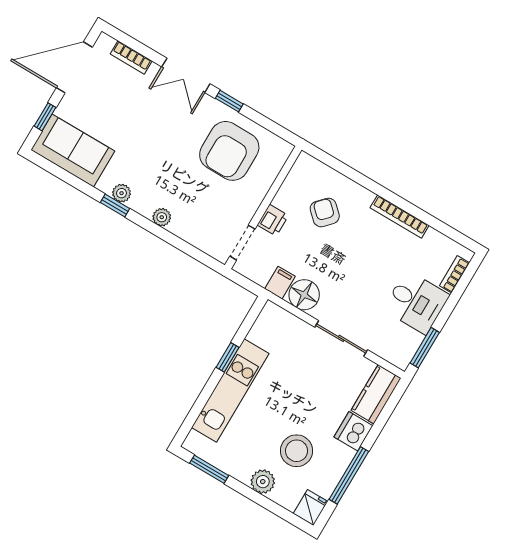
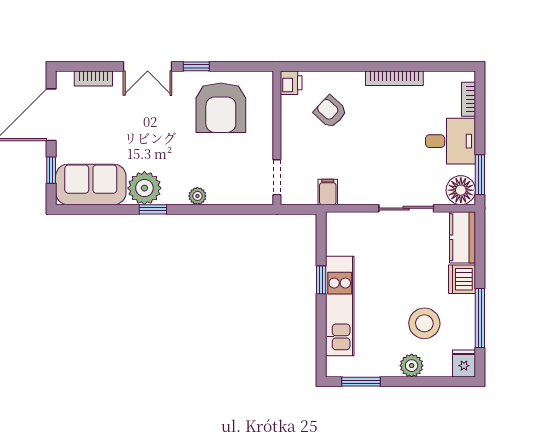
plant: (122, 193) -> (144, 188), width x1.87, depth x1.87
printer: (273, 220) -> (291, 83), moved
floor lamp: (304, 295) -> (461, 190), moved

